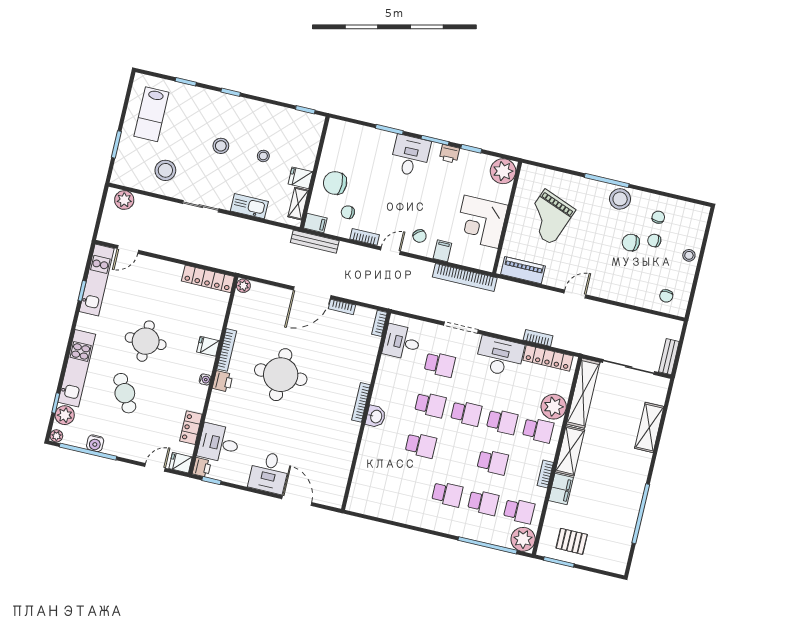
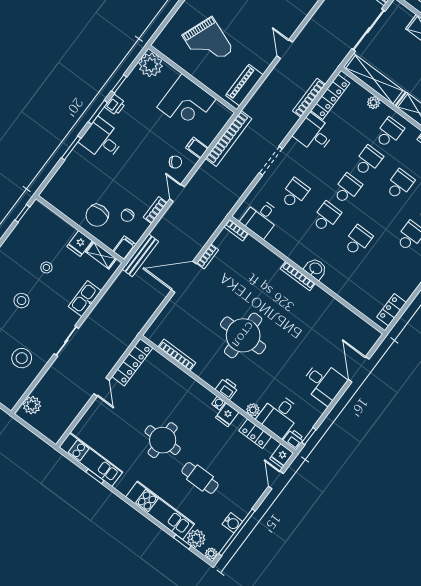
door: (128, 249) -> (102, 387), moved
plant: (243, 286) -> (253, 410), moved
door: (312, 293) -> (184, 277), swing flipped
bookcase: (538, 338) -> (309, 98), width x1.56
fridge: (208, 346) -> (227, 415), moved
bookcase: (227, 350) -> (177, 355), moved
desk: (500, 356) -> (314, 134), width x0.73
cafe table: (125, 393) -> (200, 478), turned 30
plant: (554, 407) -> (374, 103), width x0.53, depth x0.53
door: (297, 501) -> (359, 369), hinge flipped
locker: (368, 507) -> (392, 310), added

